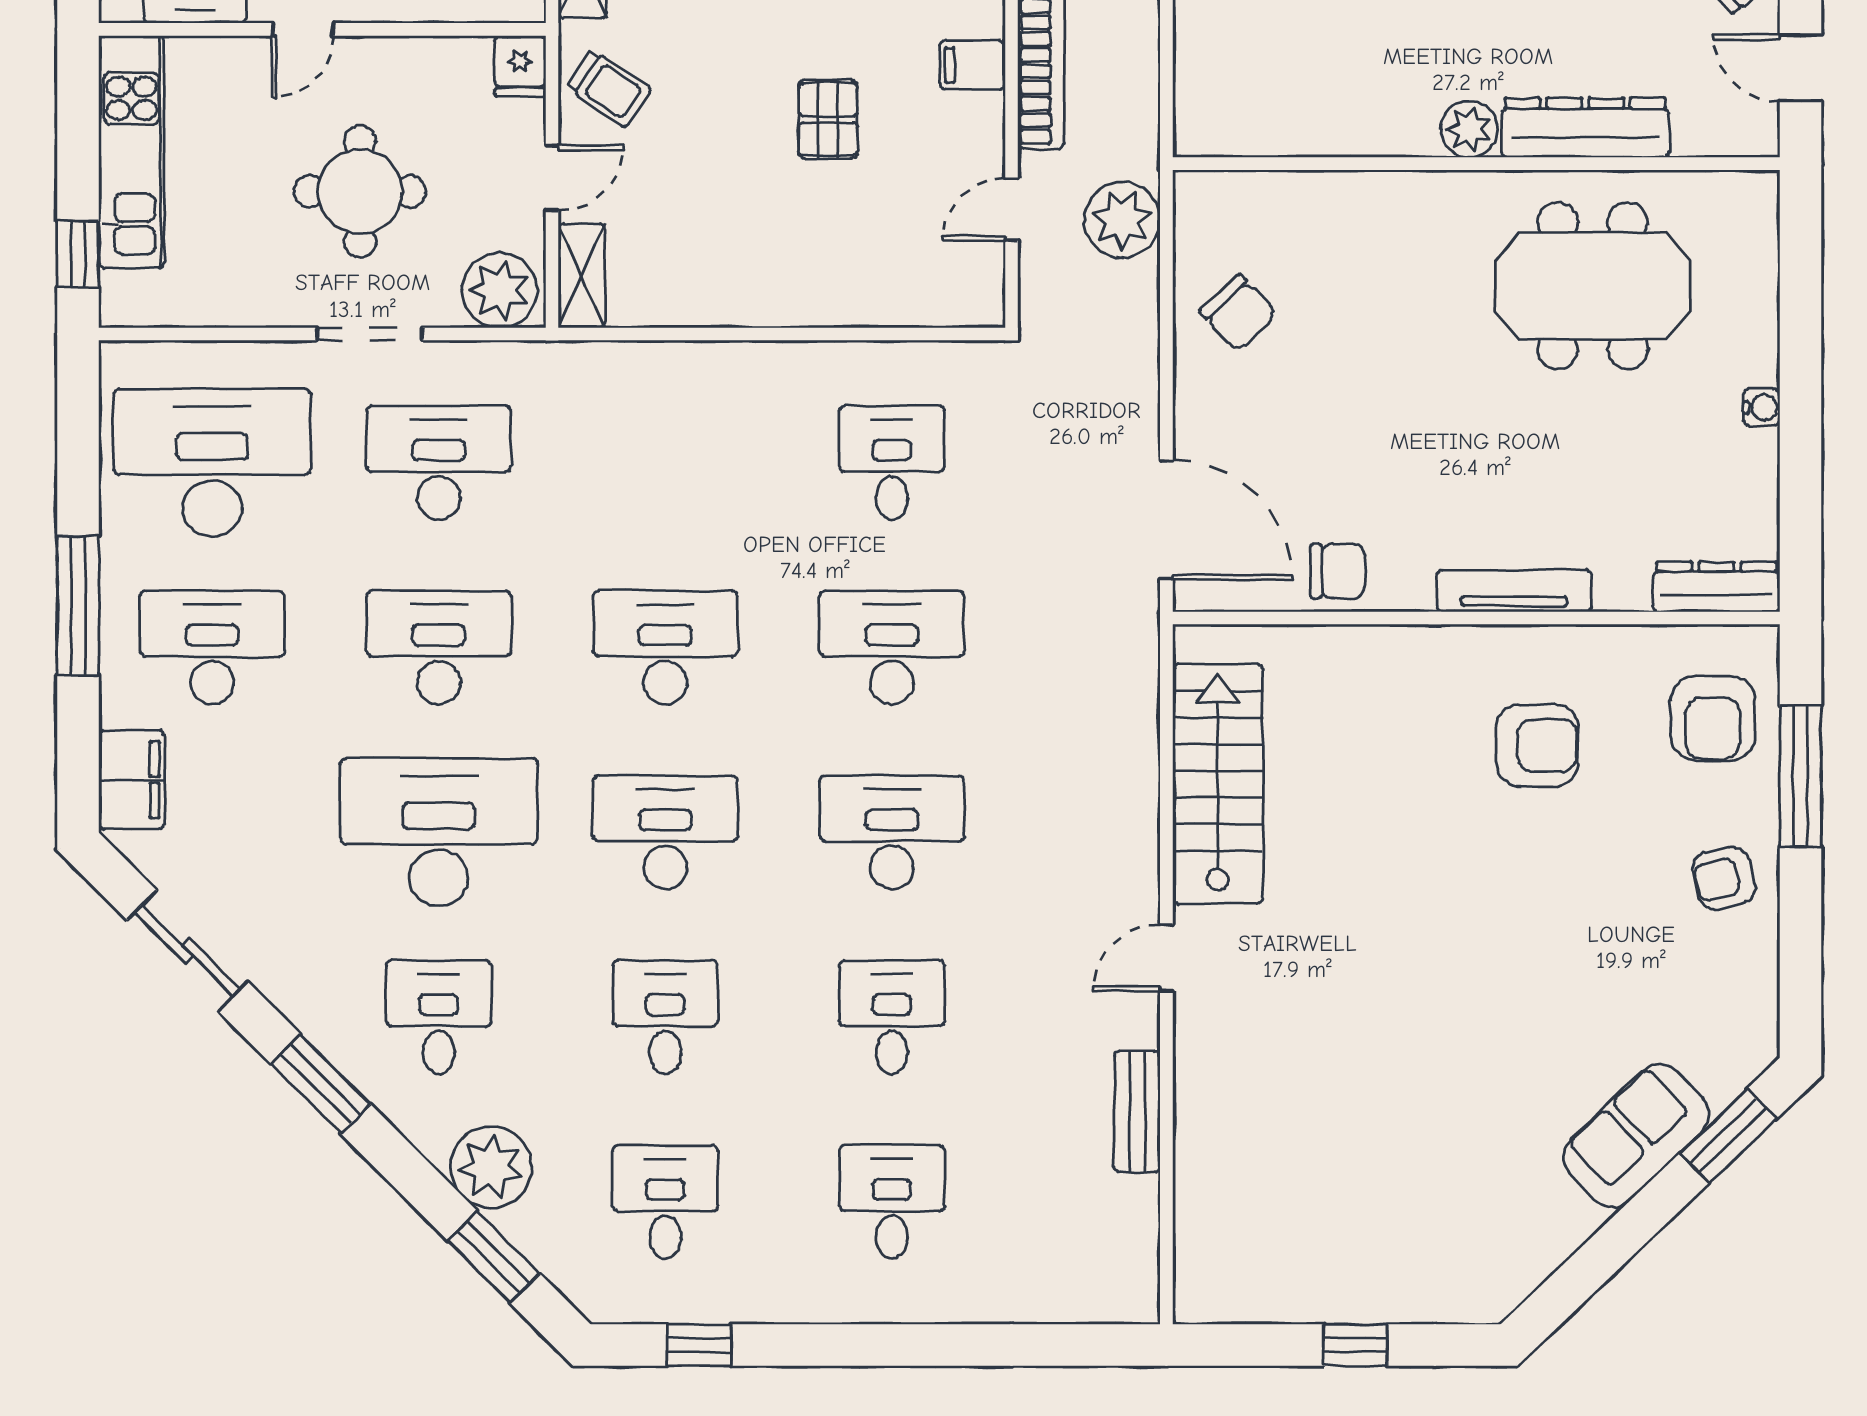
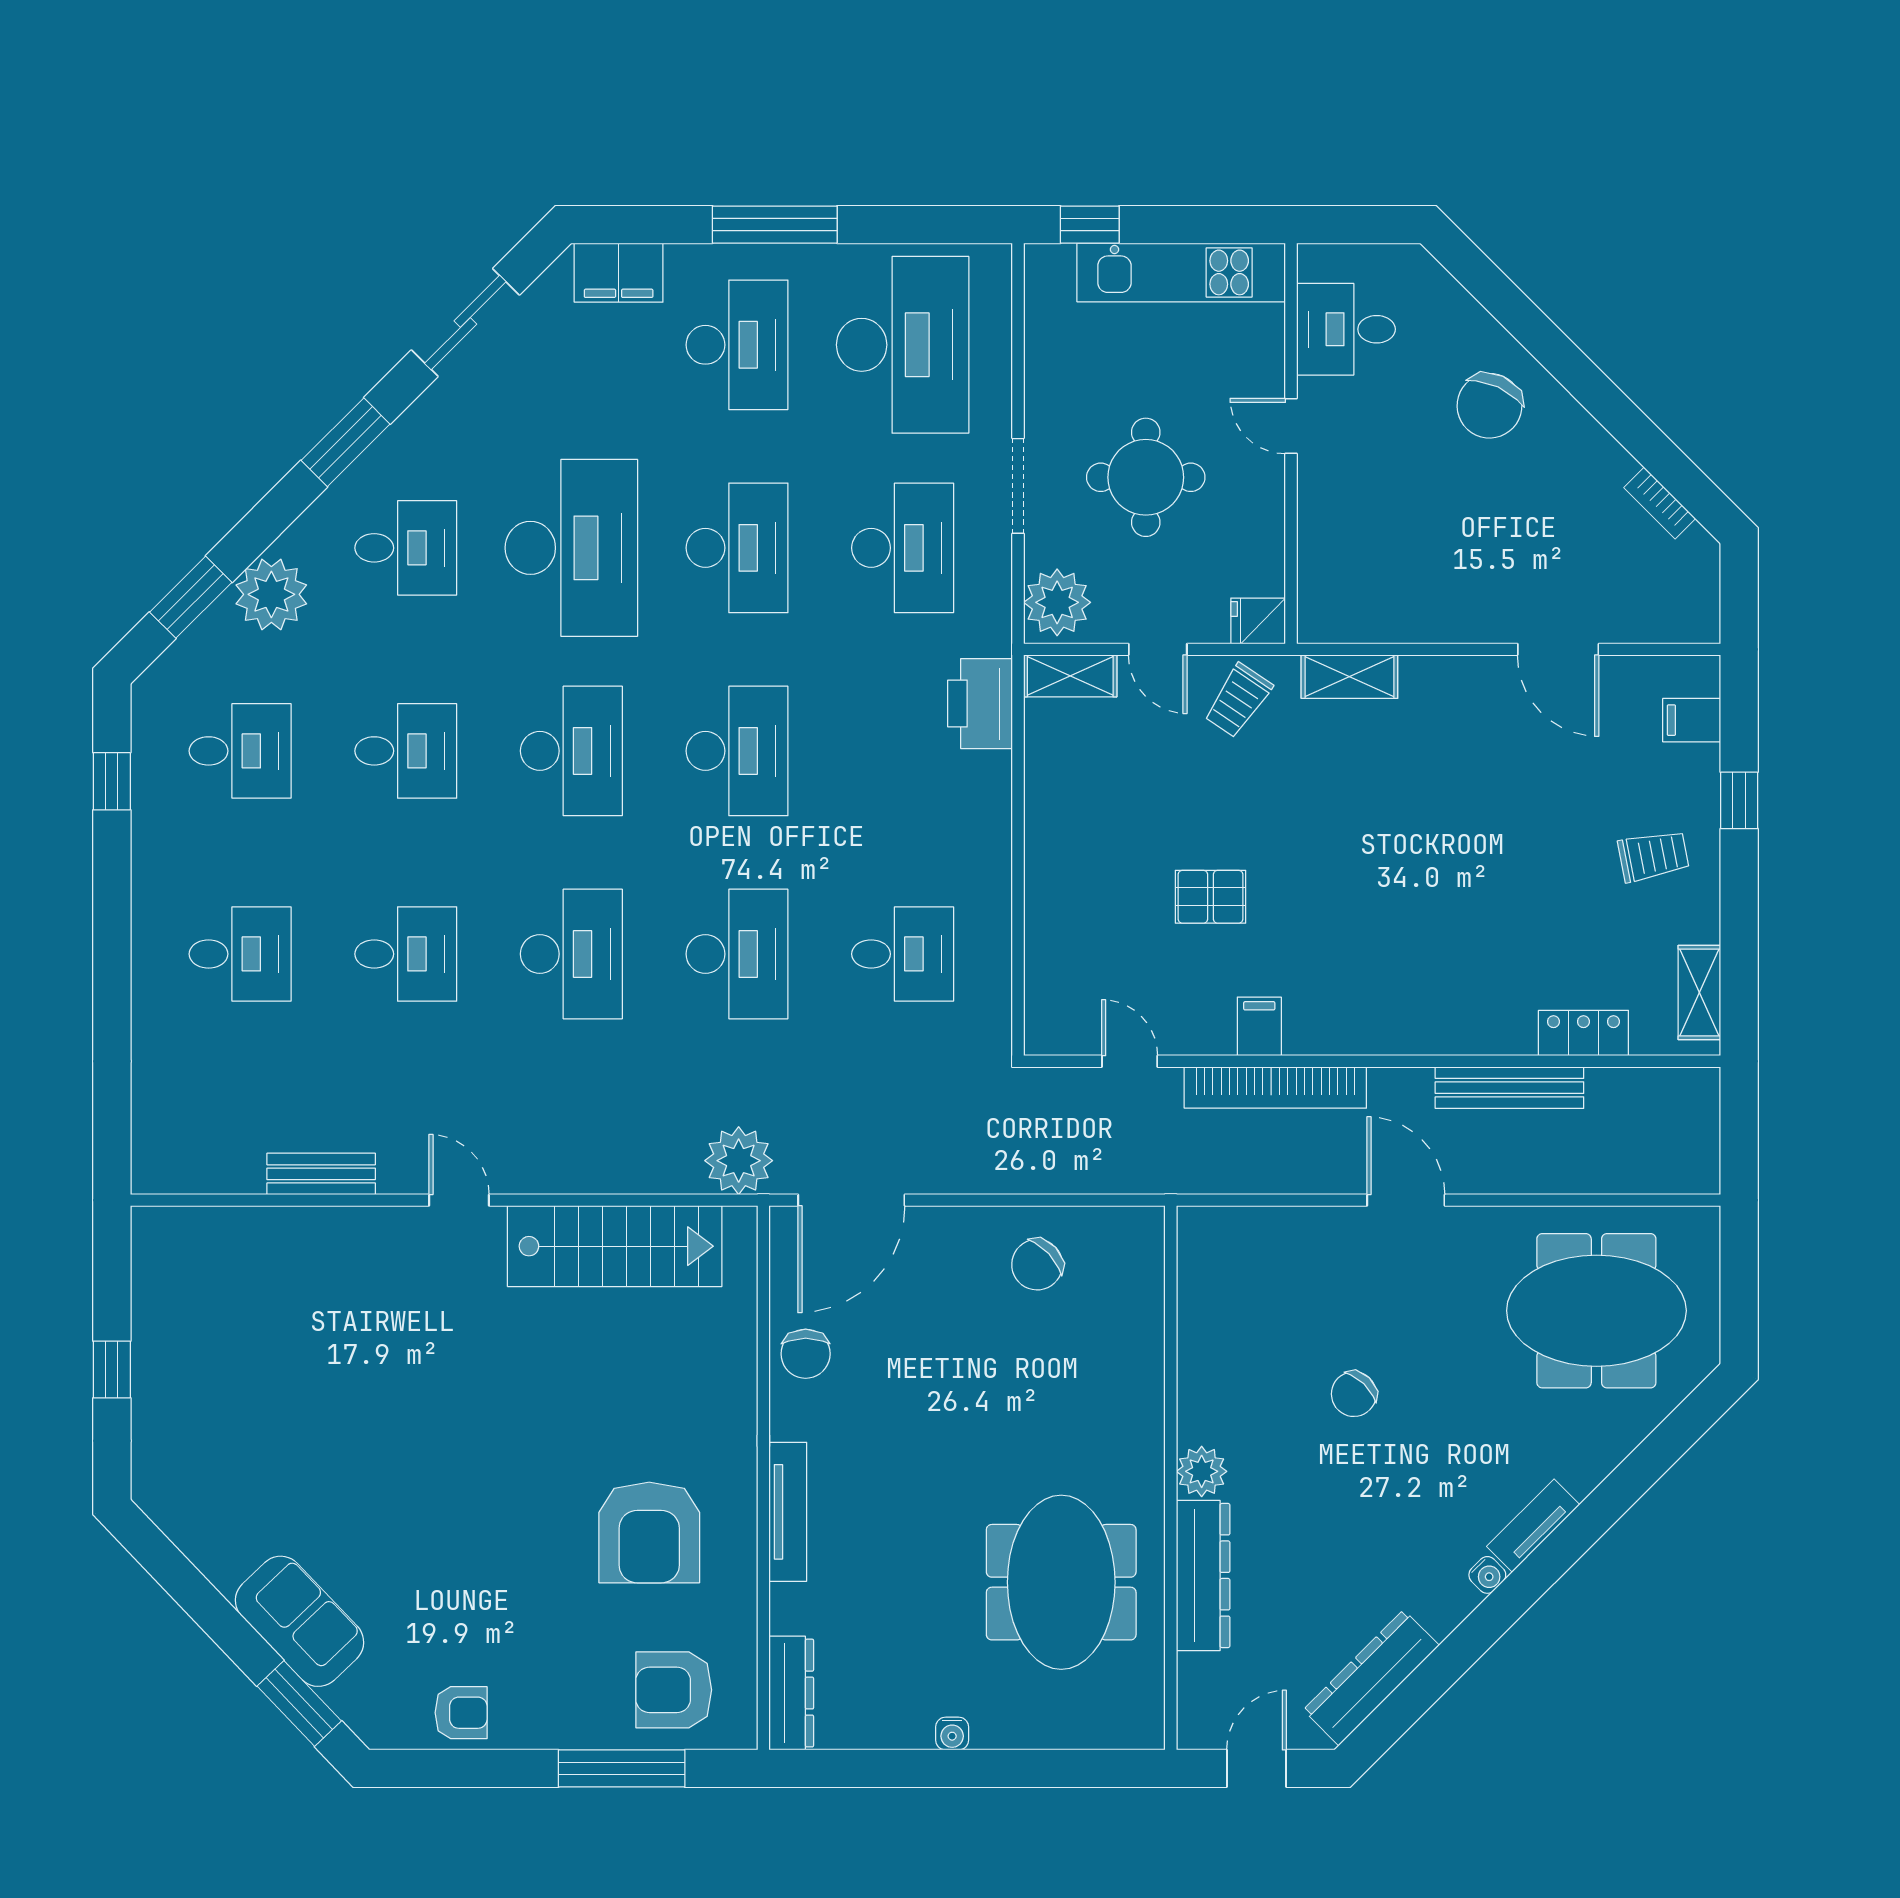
plant: (1122, 220) -> (739, 1161), moved
printer: (612, 376) -> (980, 704), added
armchair: (1537, 745) -> (649, 1533), width x1.36, depth x1.36
armchair: (1724, 878) -> (461, 1713), moved, turned 103

